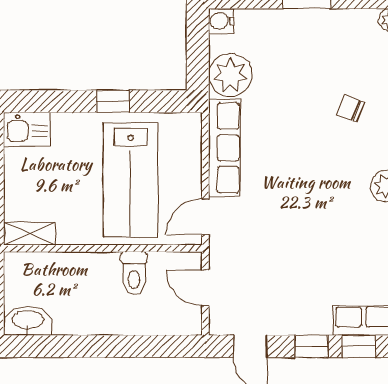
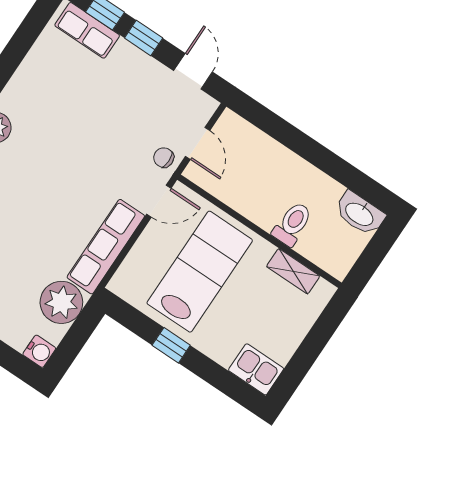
shelving: (30, 234) -> (293, 271), moved
chair: (226, 256) -> (164, 158), added
toilet: (134, 273) -> (292, 224), moved

